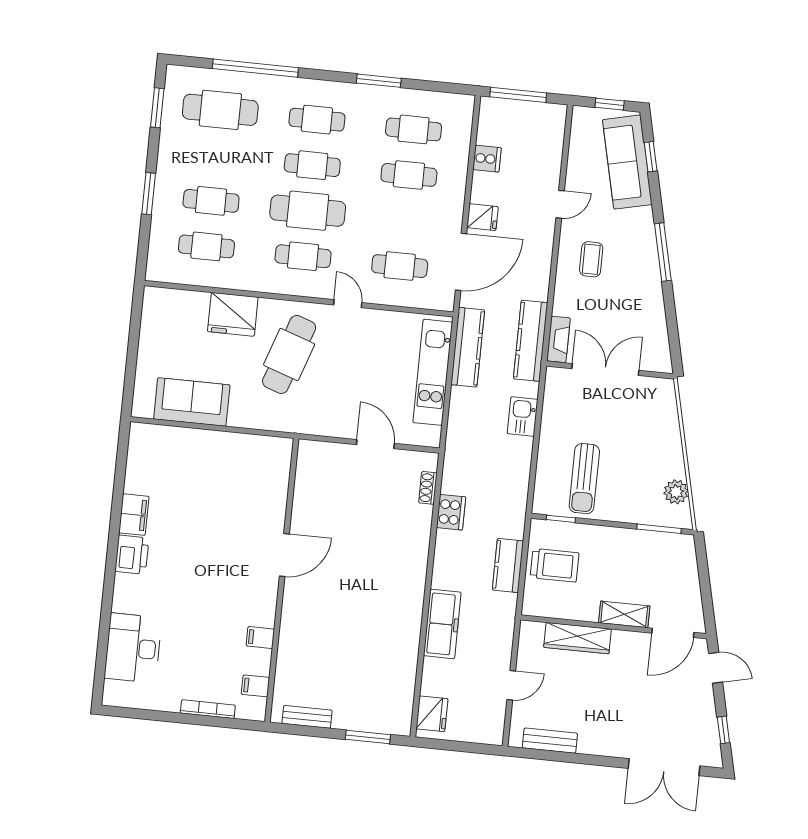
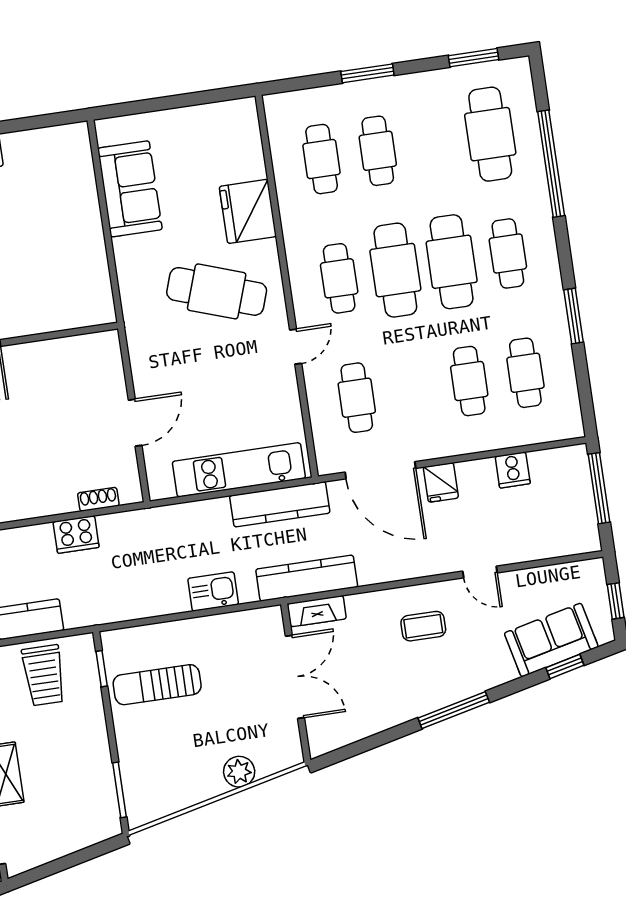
sofa: (627, 162) -> (551, 640), width x0.73
cafe table: (312, 165) -> (452, 262), width x1.37, depth x1.35
plant: (676, 492) -> (239, 772), moved

